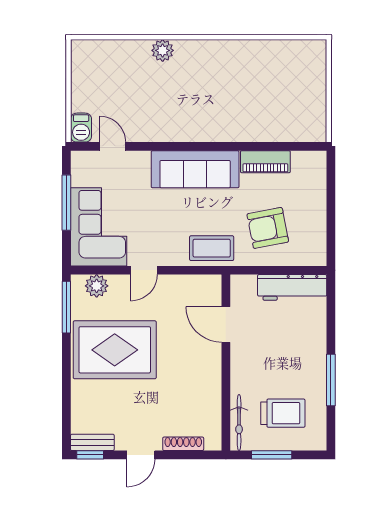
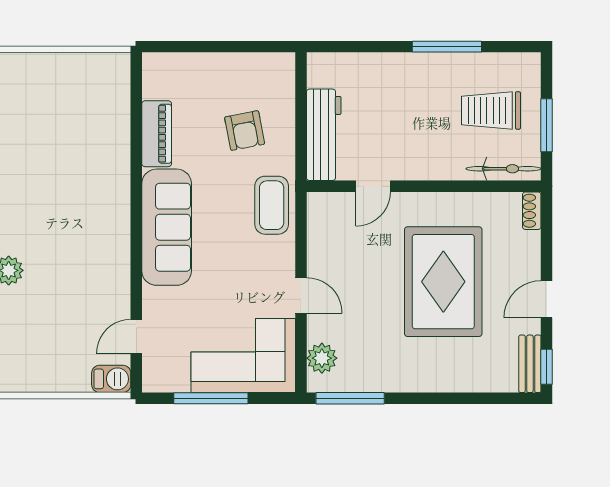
armchair: (268, 228) -> (245, 131), width x0.72, depth x0.72
workbench: (292, 287) -> (324, 135), moved
door: (226, 324) -> (373, 186), width x0.73
rug: (115, 350) -> (443, 282), moved
trolley: (283, 413) -> (491, 110), turned -90
shoe rack: (183, 444) -> (532, 211), moved, width x0.70
door: (141, 455) -> (547, 299), swing flipped

